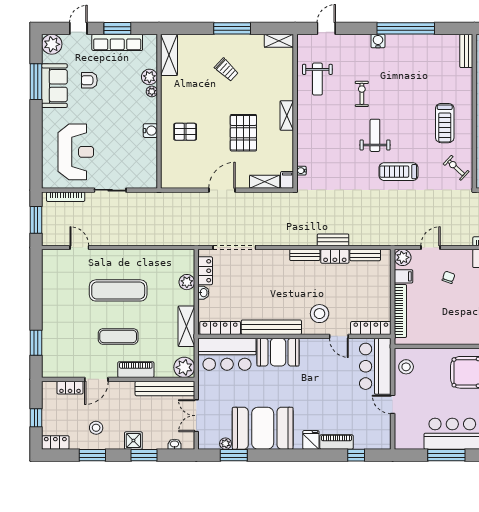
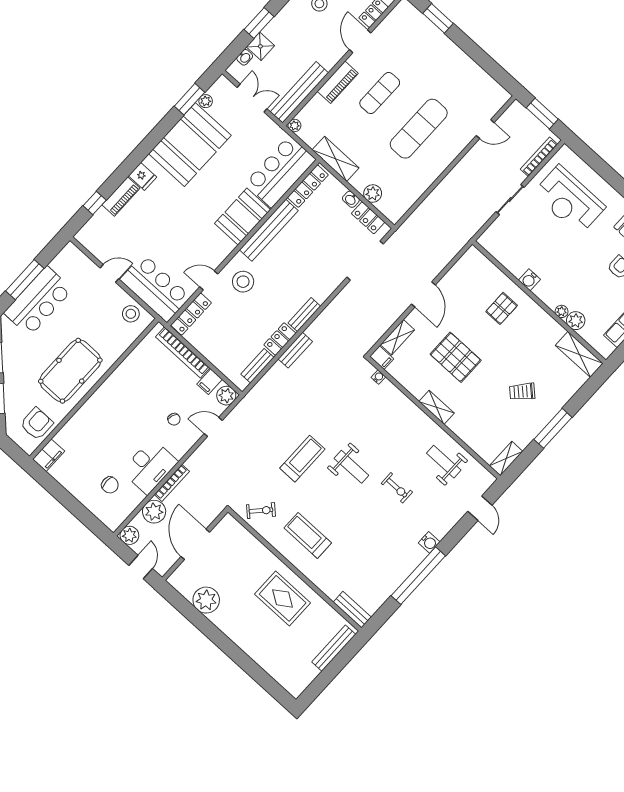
door: (430, 248) -> (213, 427), swing flipped
plant: (184, 367) -> (294, 126), width x0.53, depth x0.53
shower: (133, 441) -> (260, 46), moved

